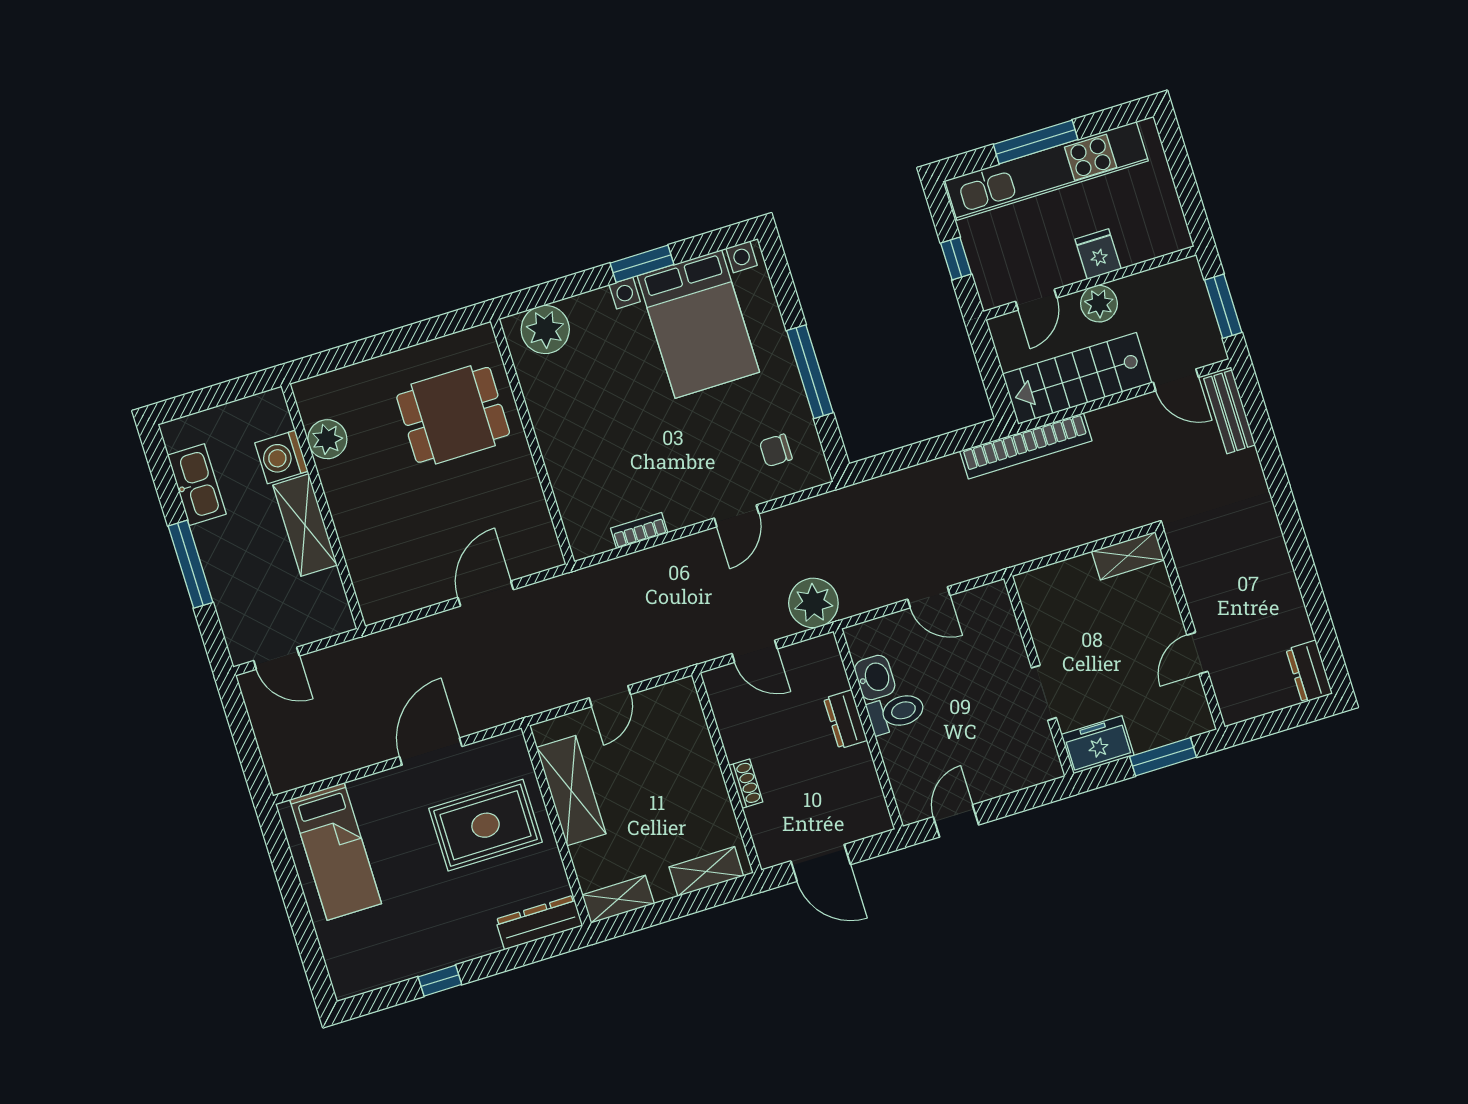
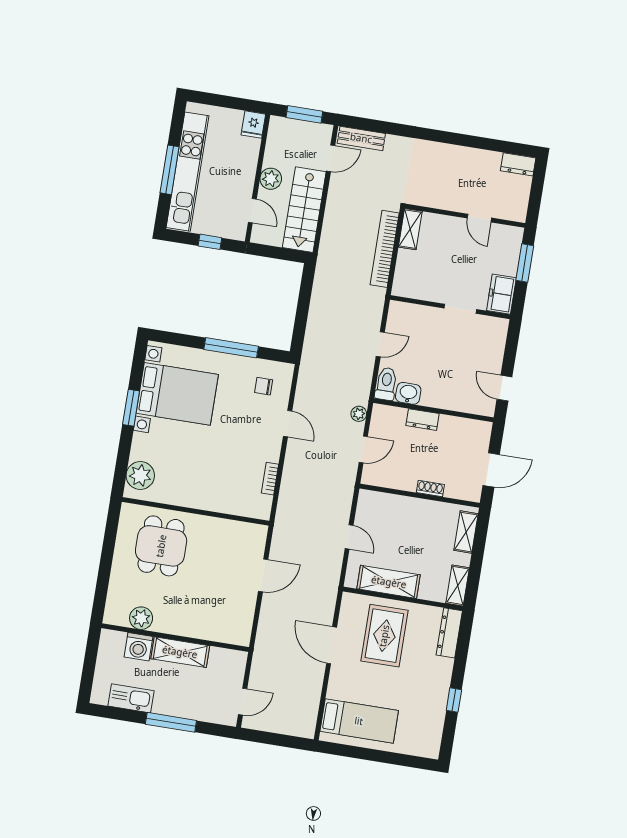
fridge: (1098, 254) -> (253, 125), moved, turned -90
bookcase: (1026, 446) -> (385, 249), moved, turned 180
chair: (776, 450) -> (264, 386), turned 90
door: (486, 593) -> (263, 575), swing flipped
plant: (813, 603) -> (359, 414), width x0.53, depth x0.53
toilet: (896, 713) -> (386, 384), moved

